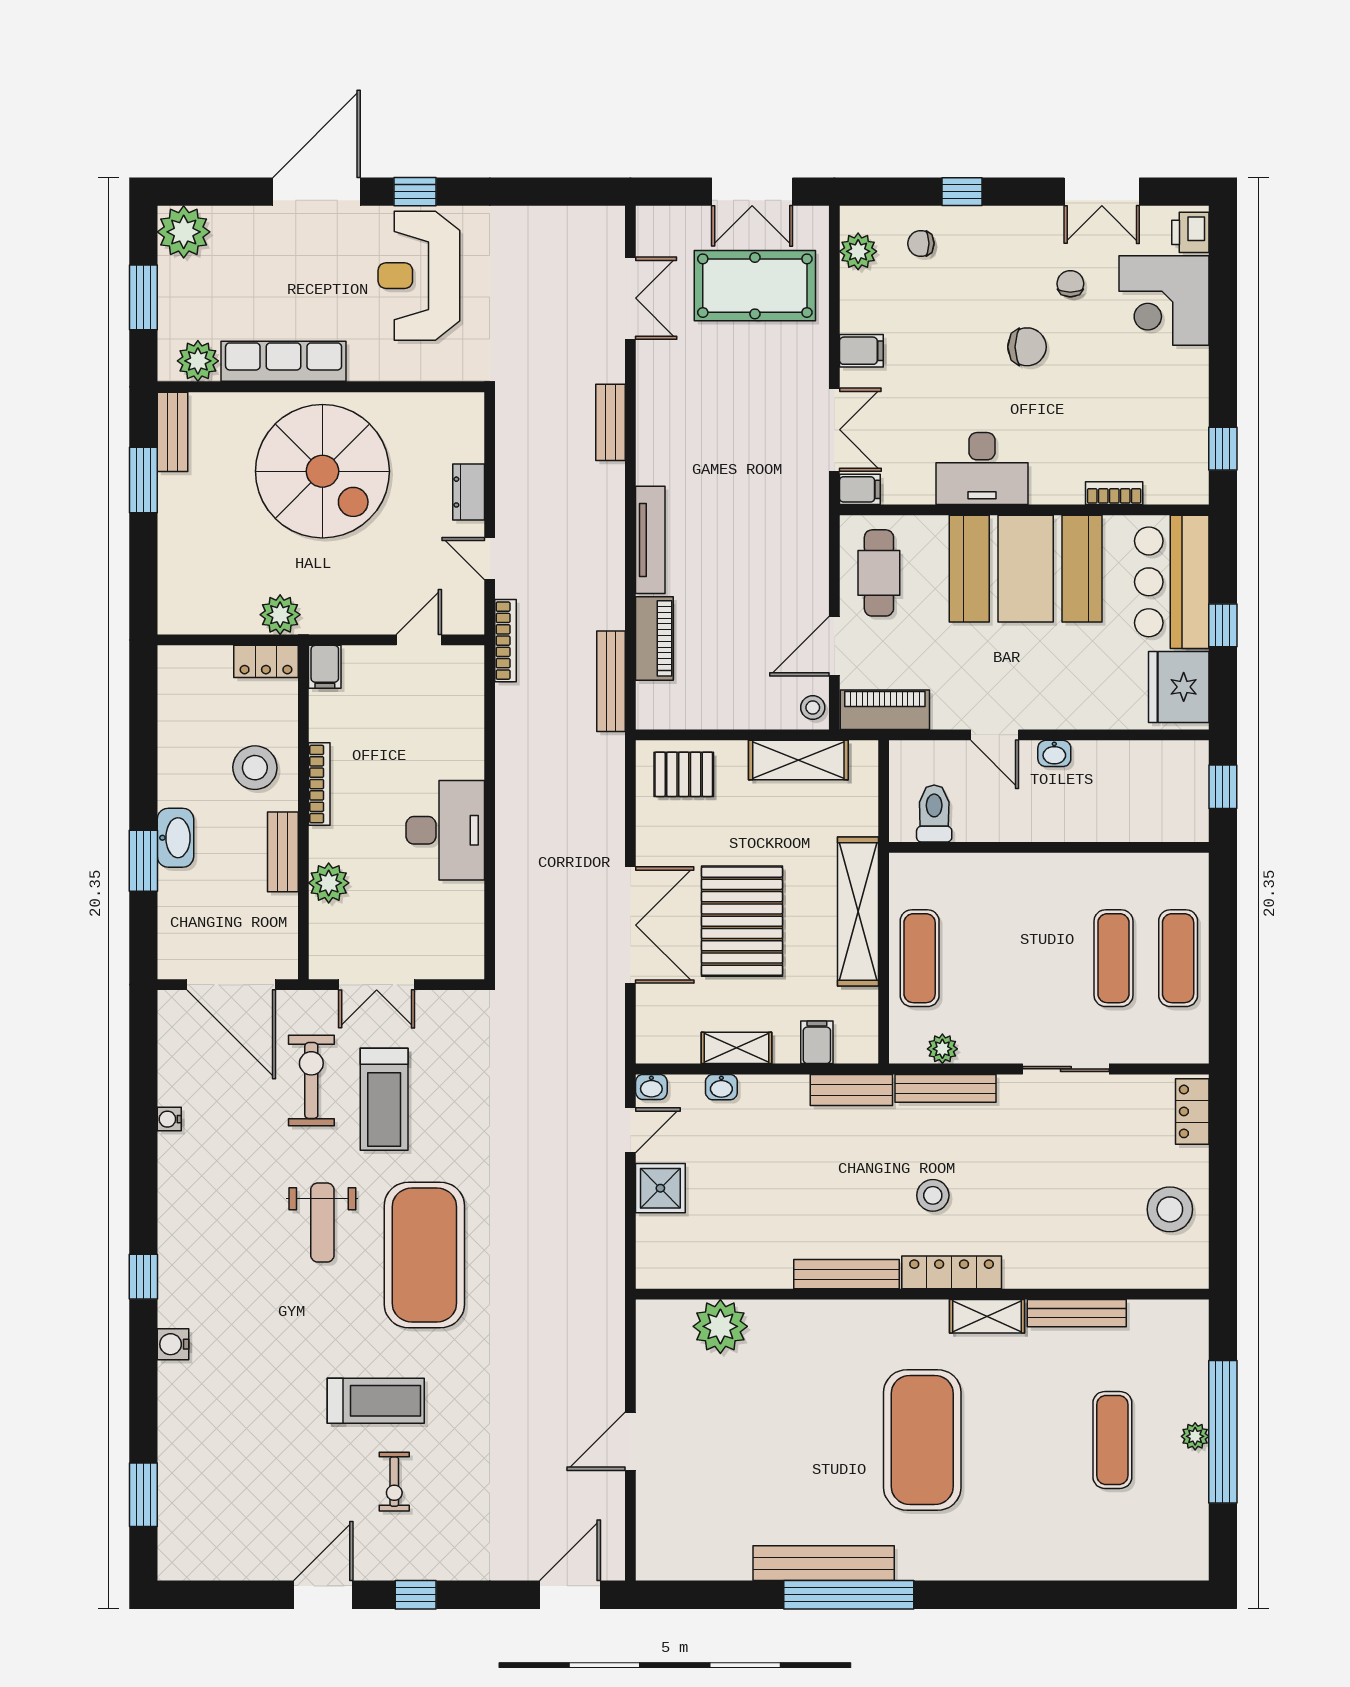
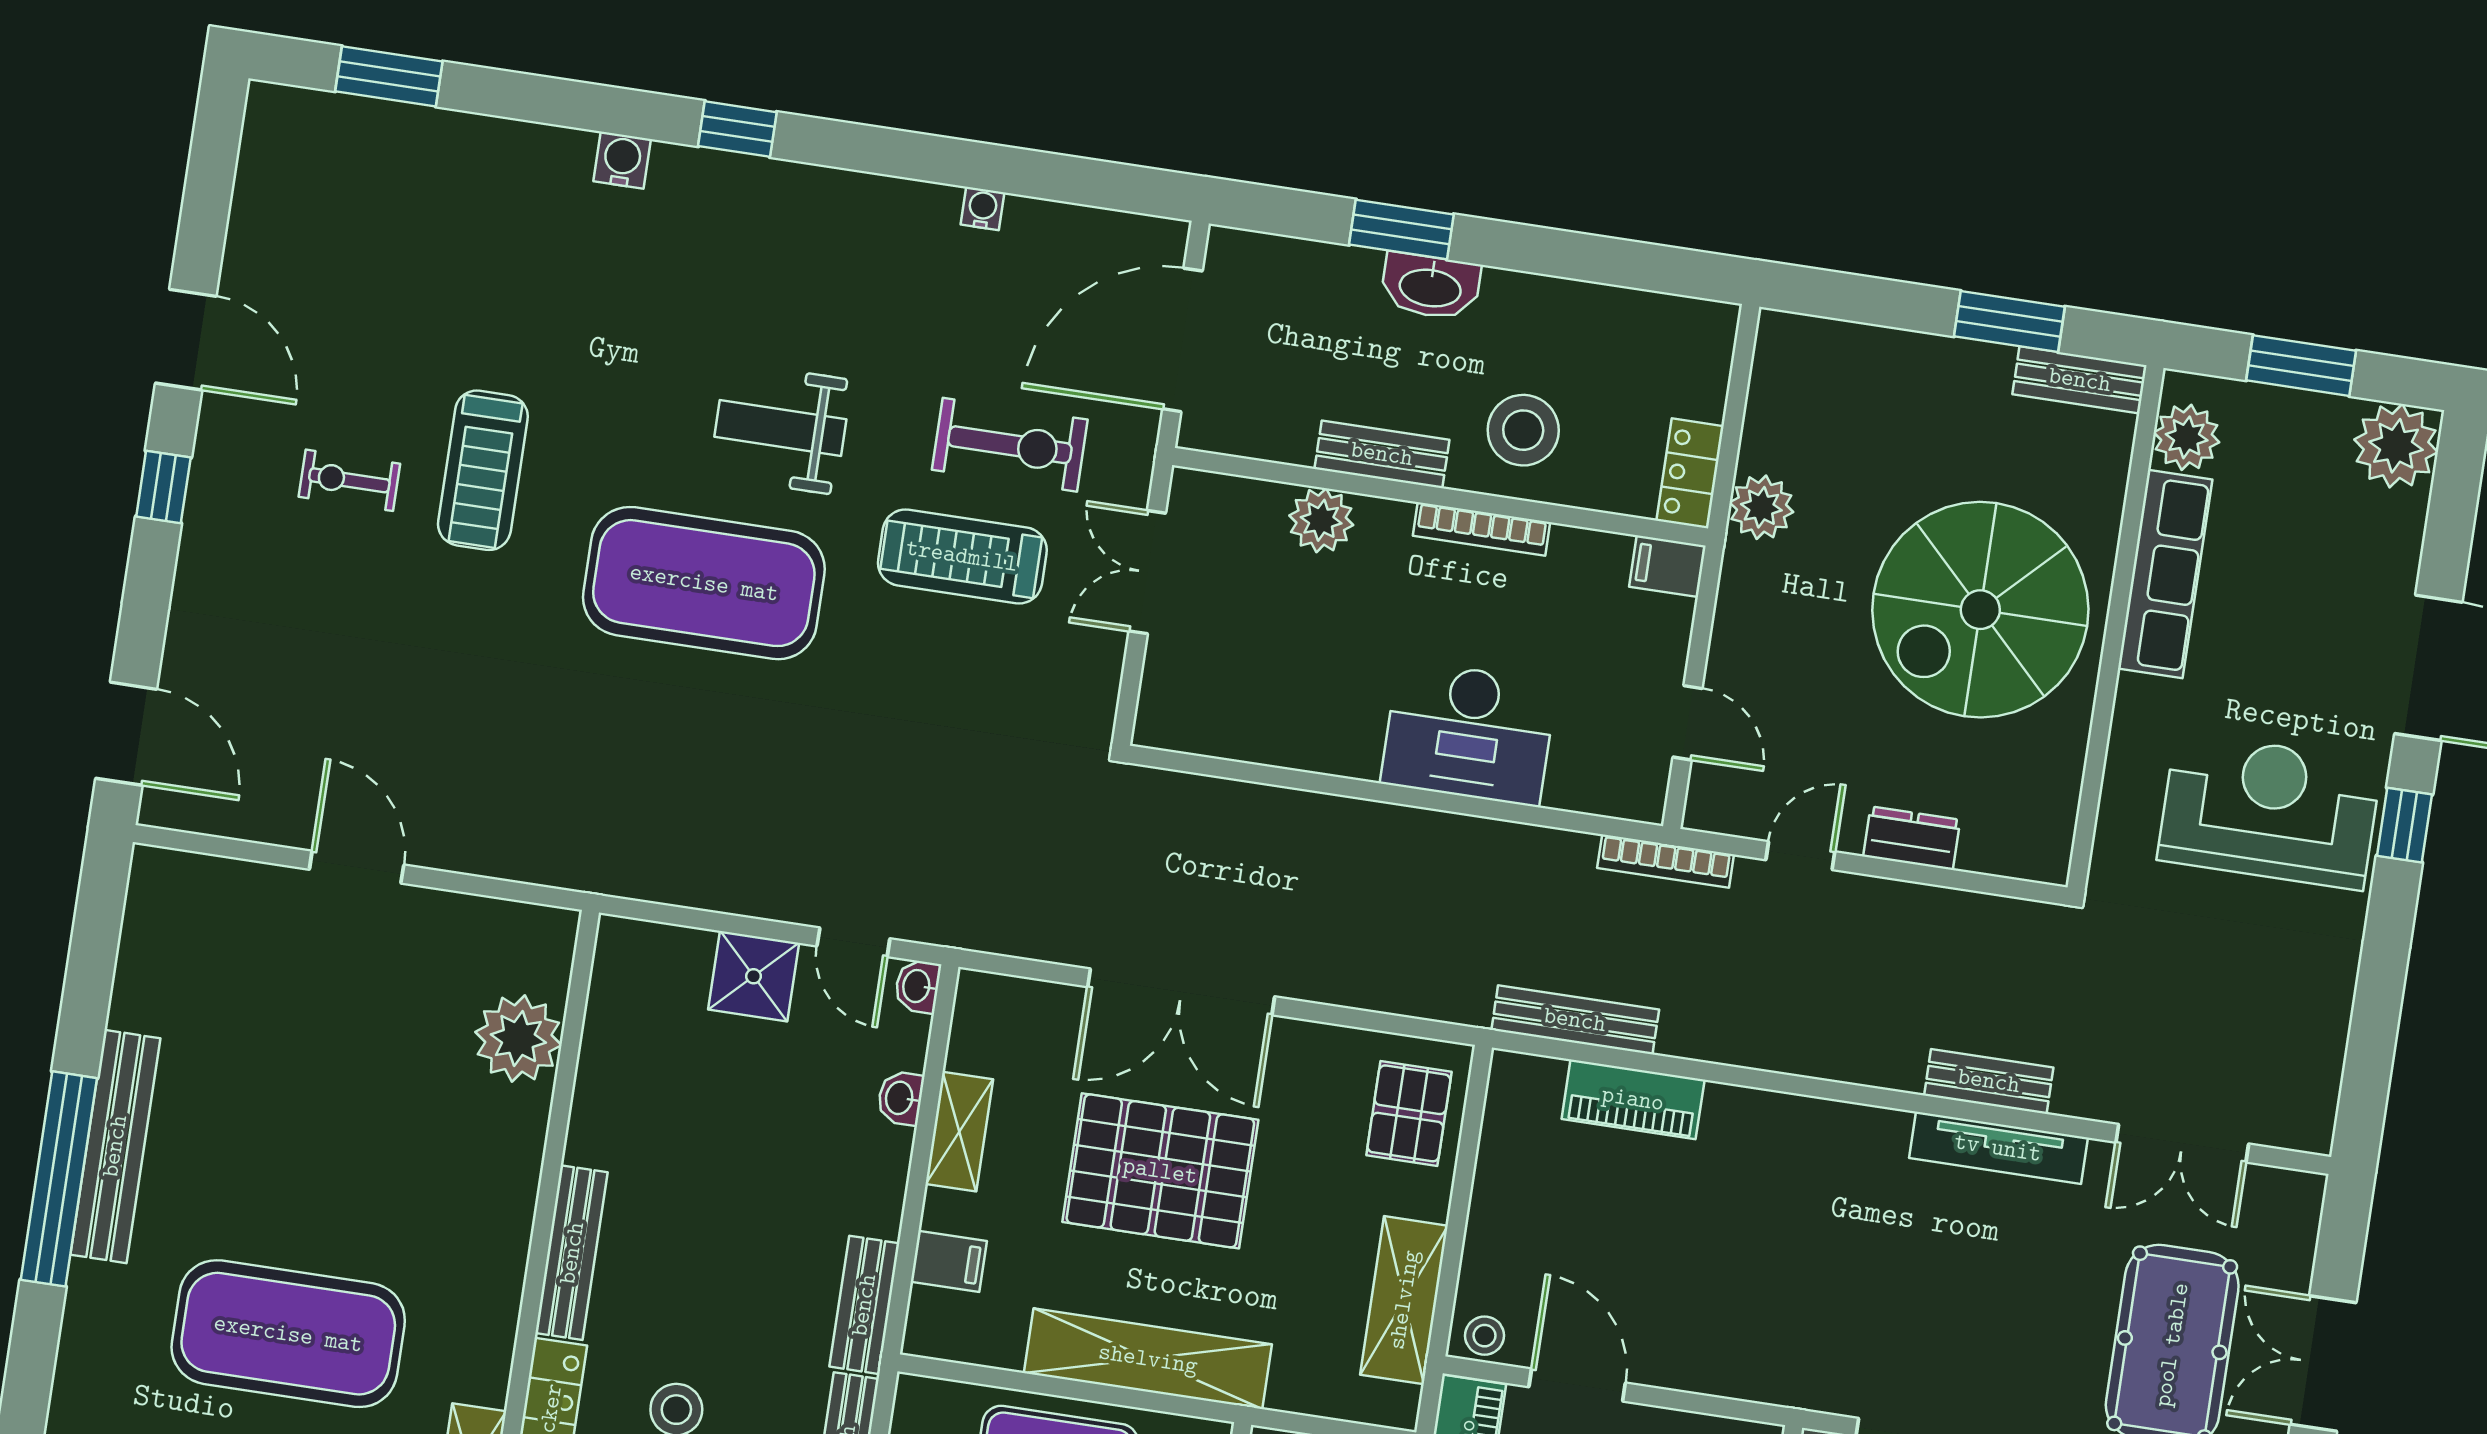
tv unit: (650, 540) -> (1998, 1148), moved
desk: (445, 830) -> (1469, 733), moved

